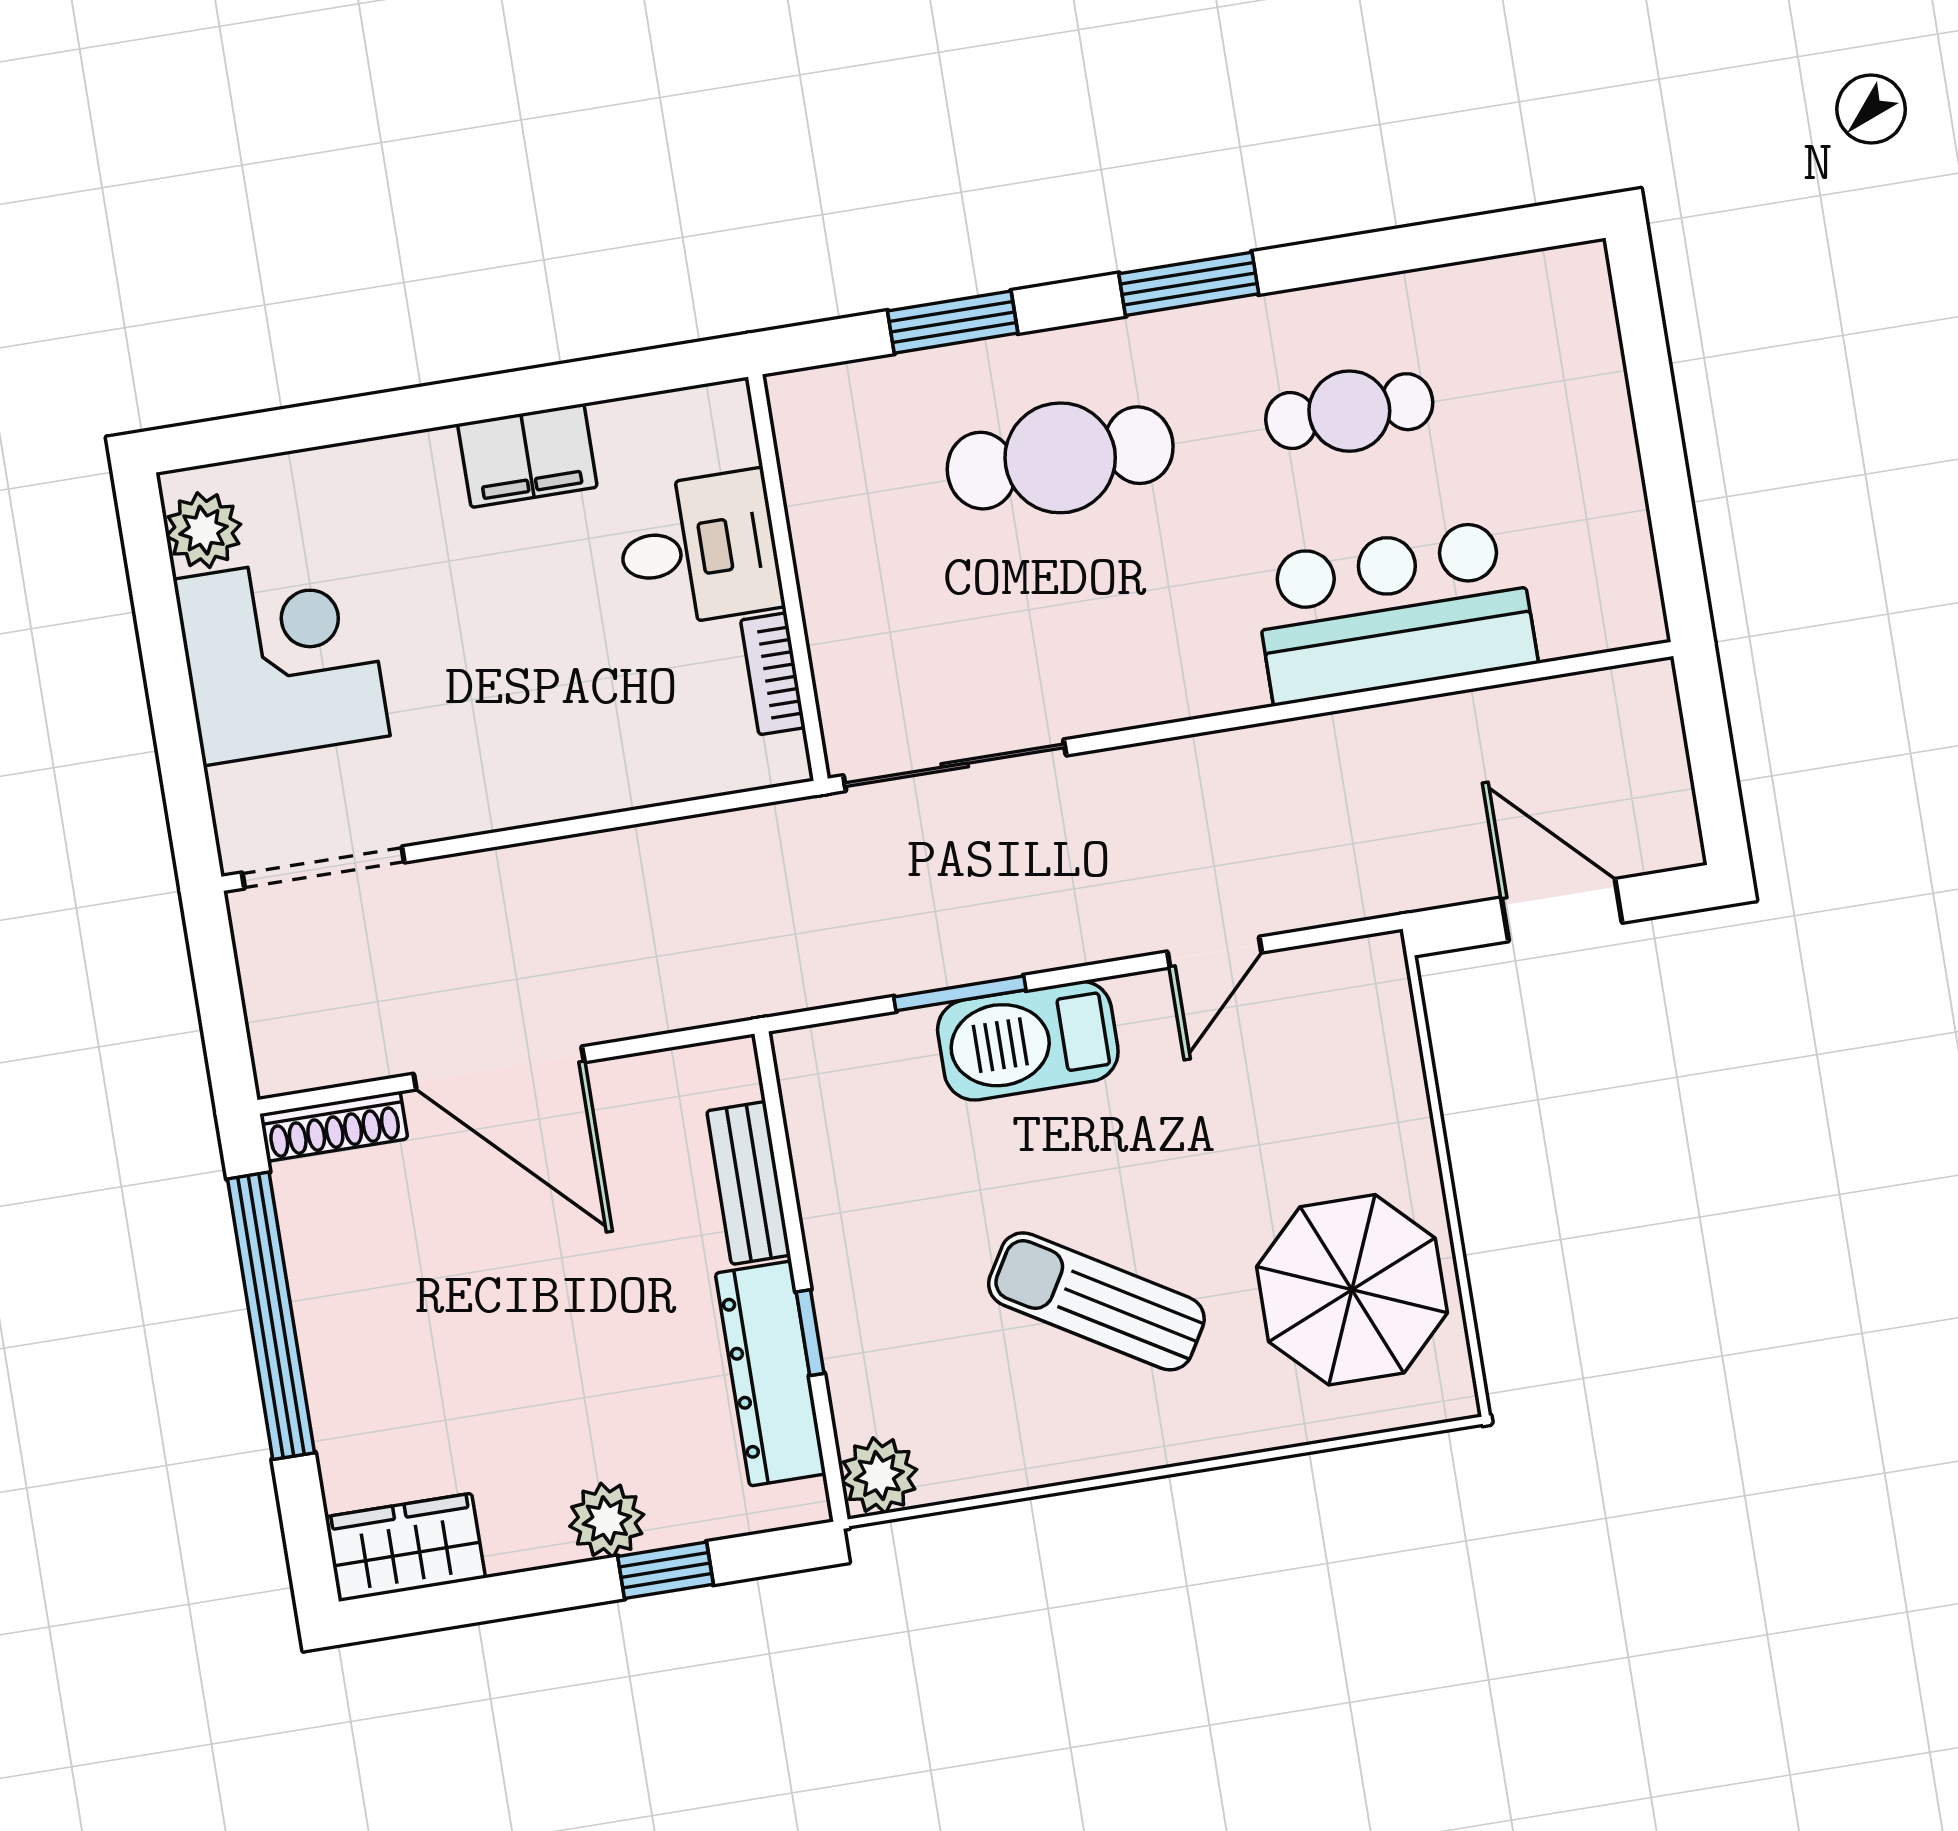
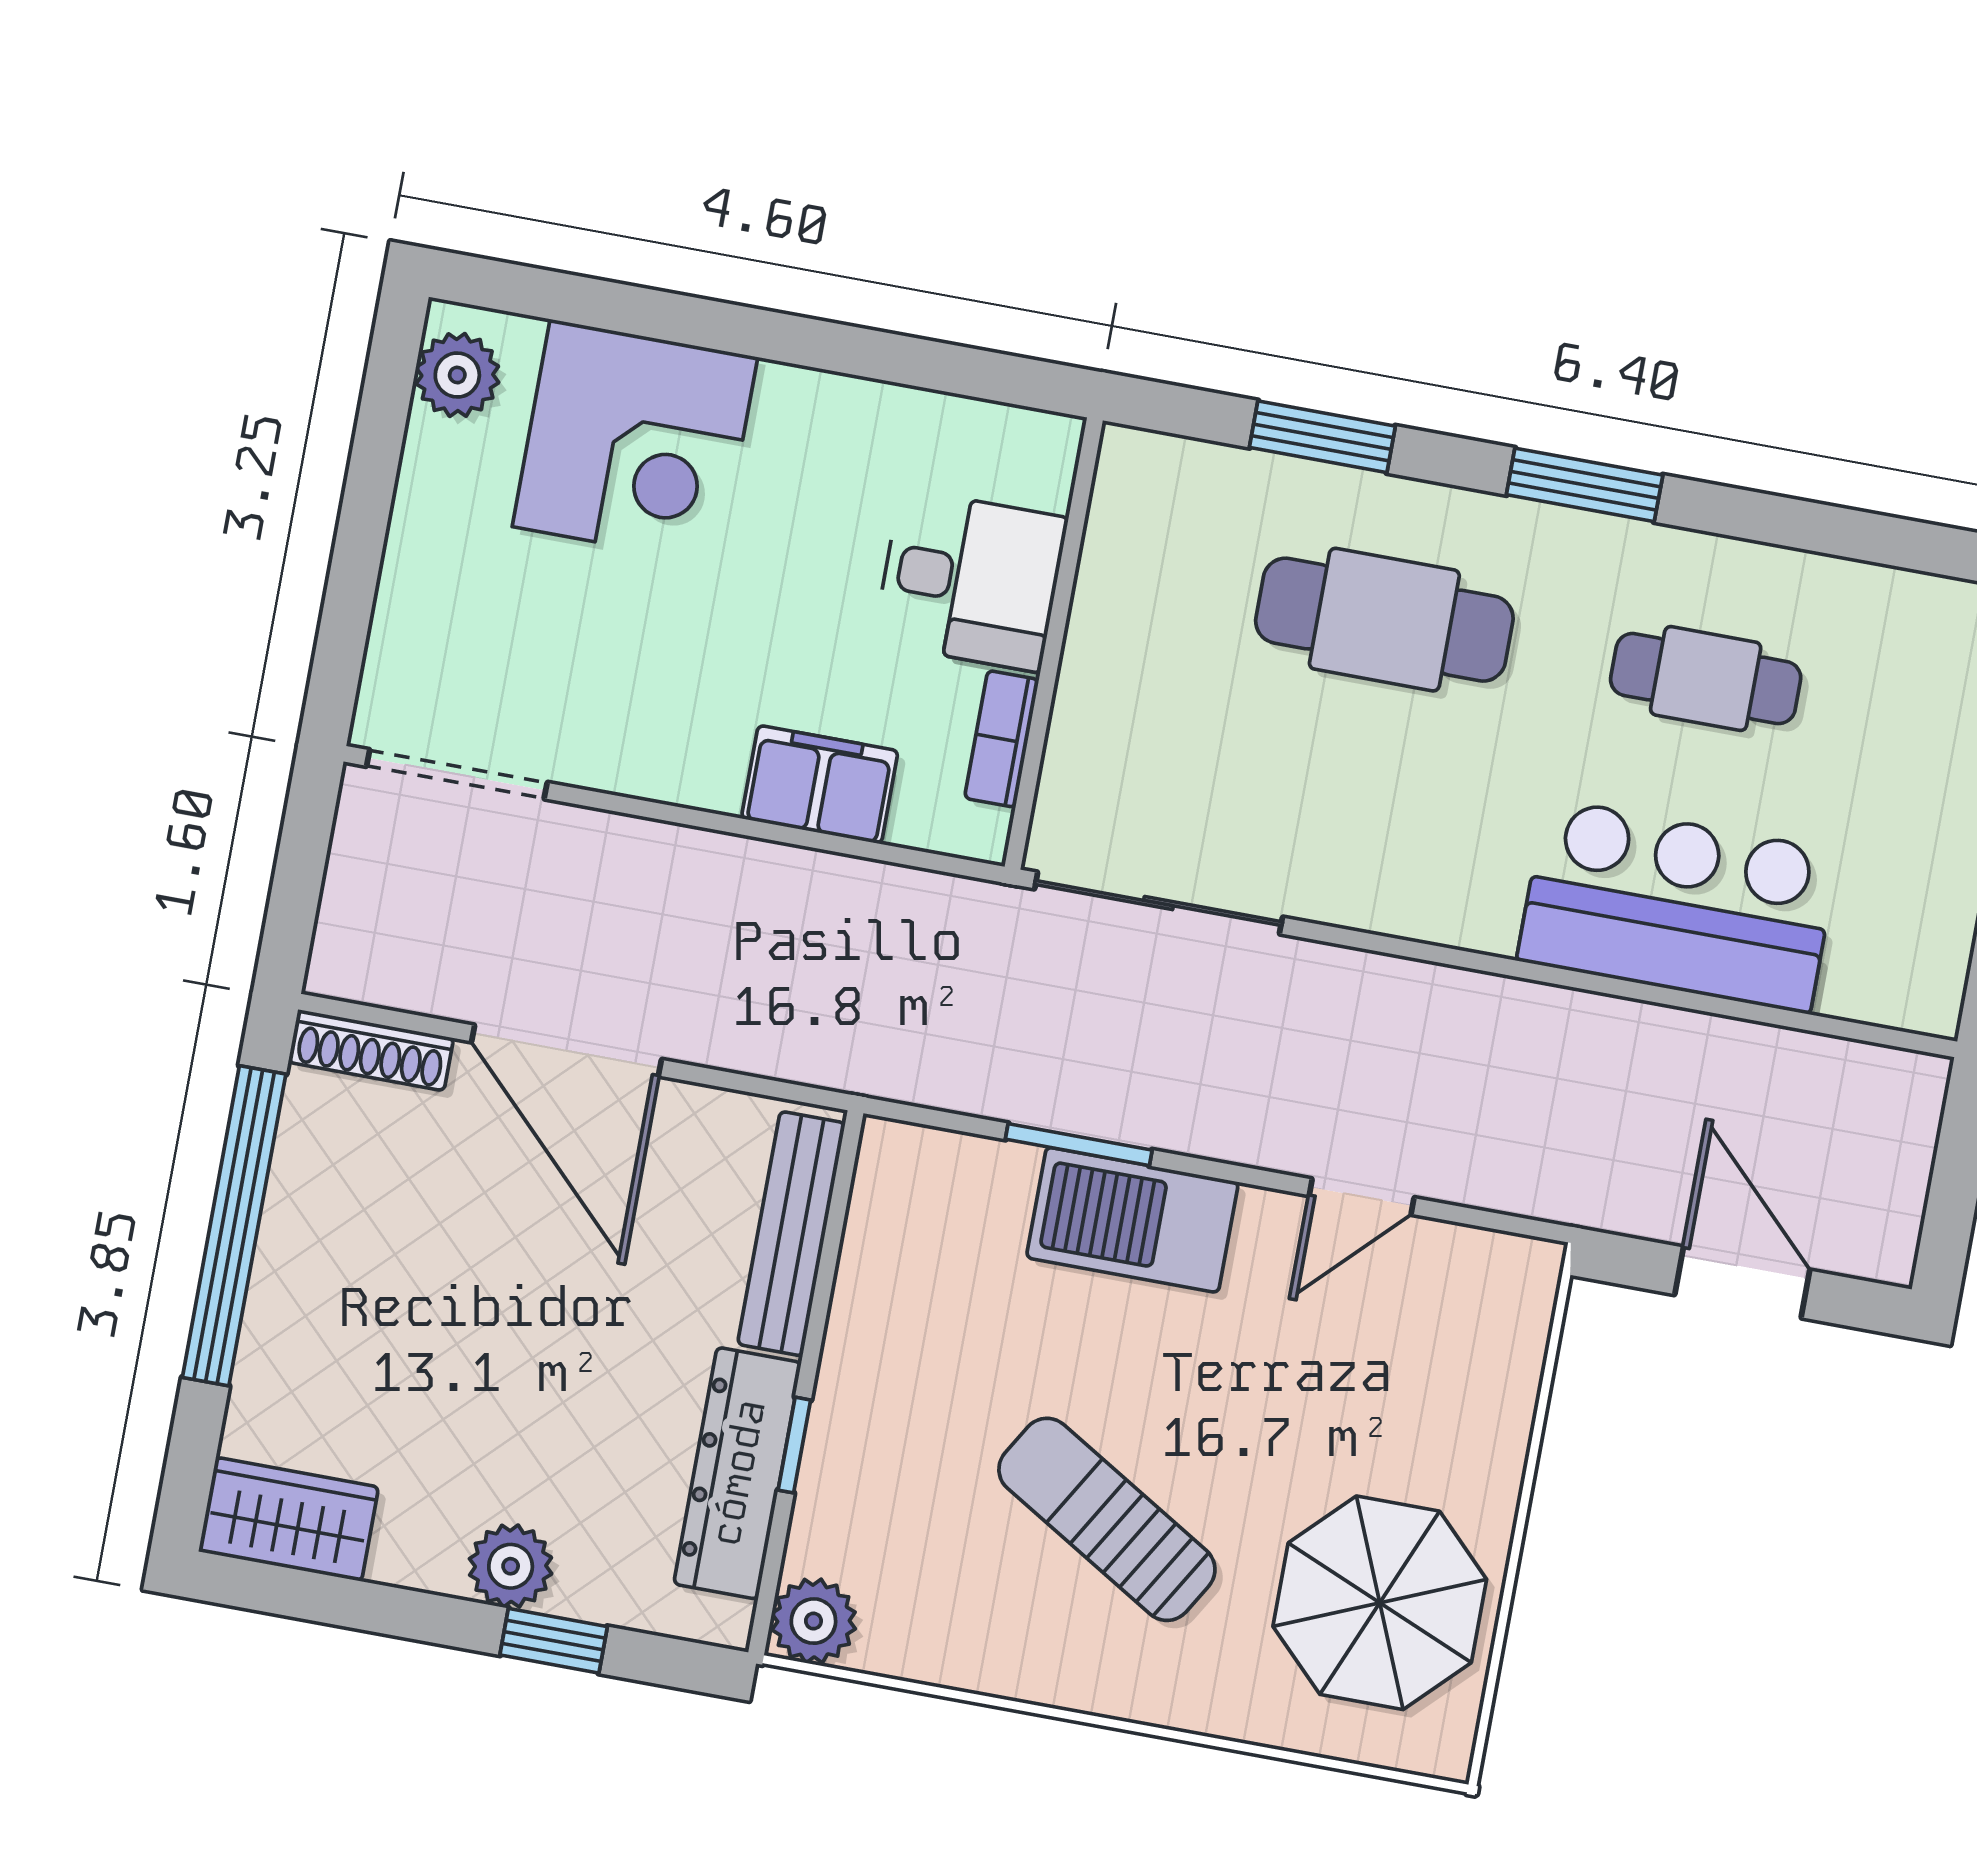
filing cabinet: (527, 456) -> (820, 785), moved, turned 180
corner desk: (282, 658) -> (635, 442), moved, turned 90
bench: (749, 1183) -> (791, 1234), width x1.36

